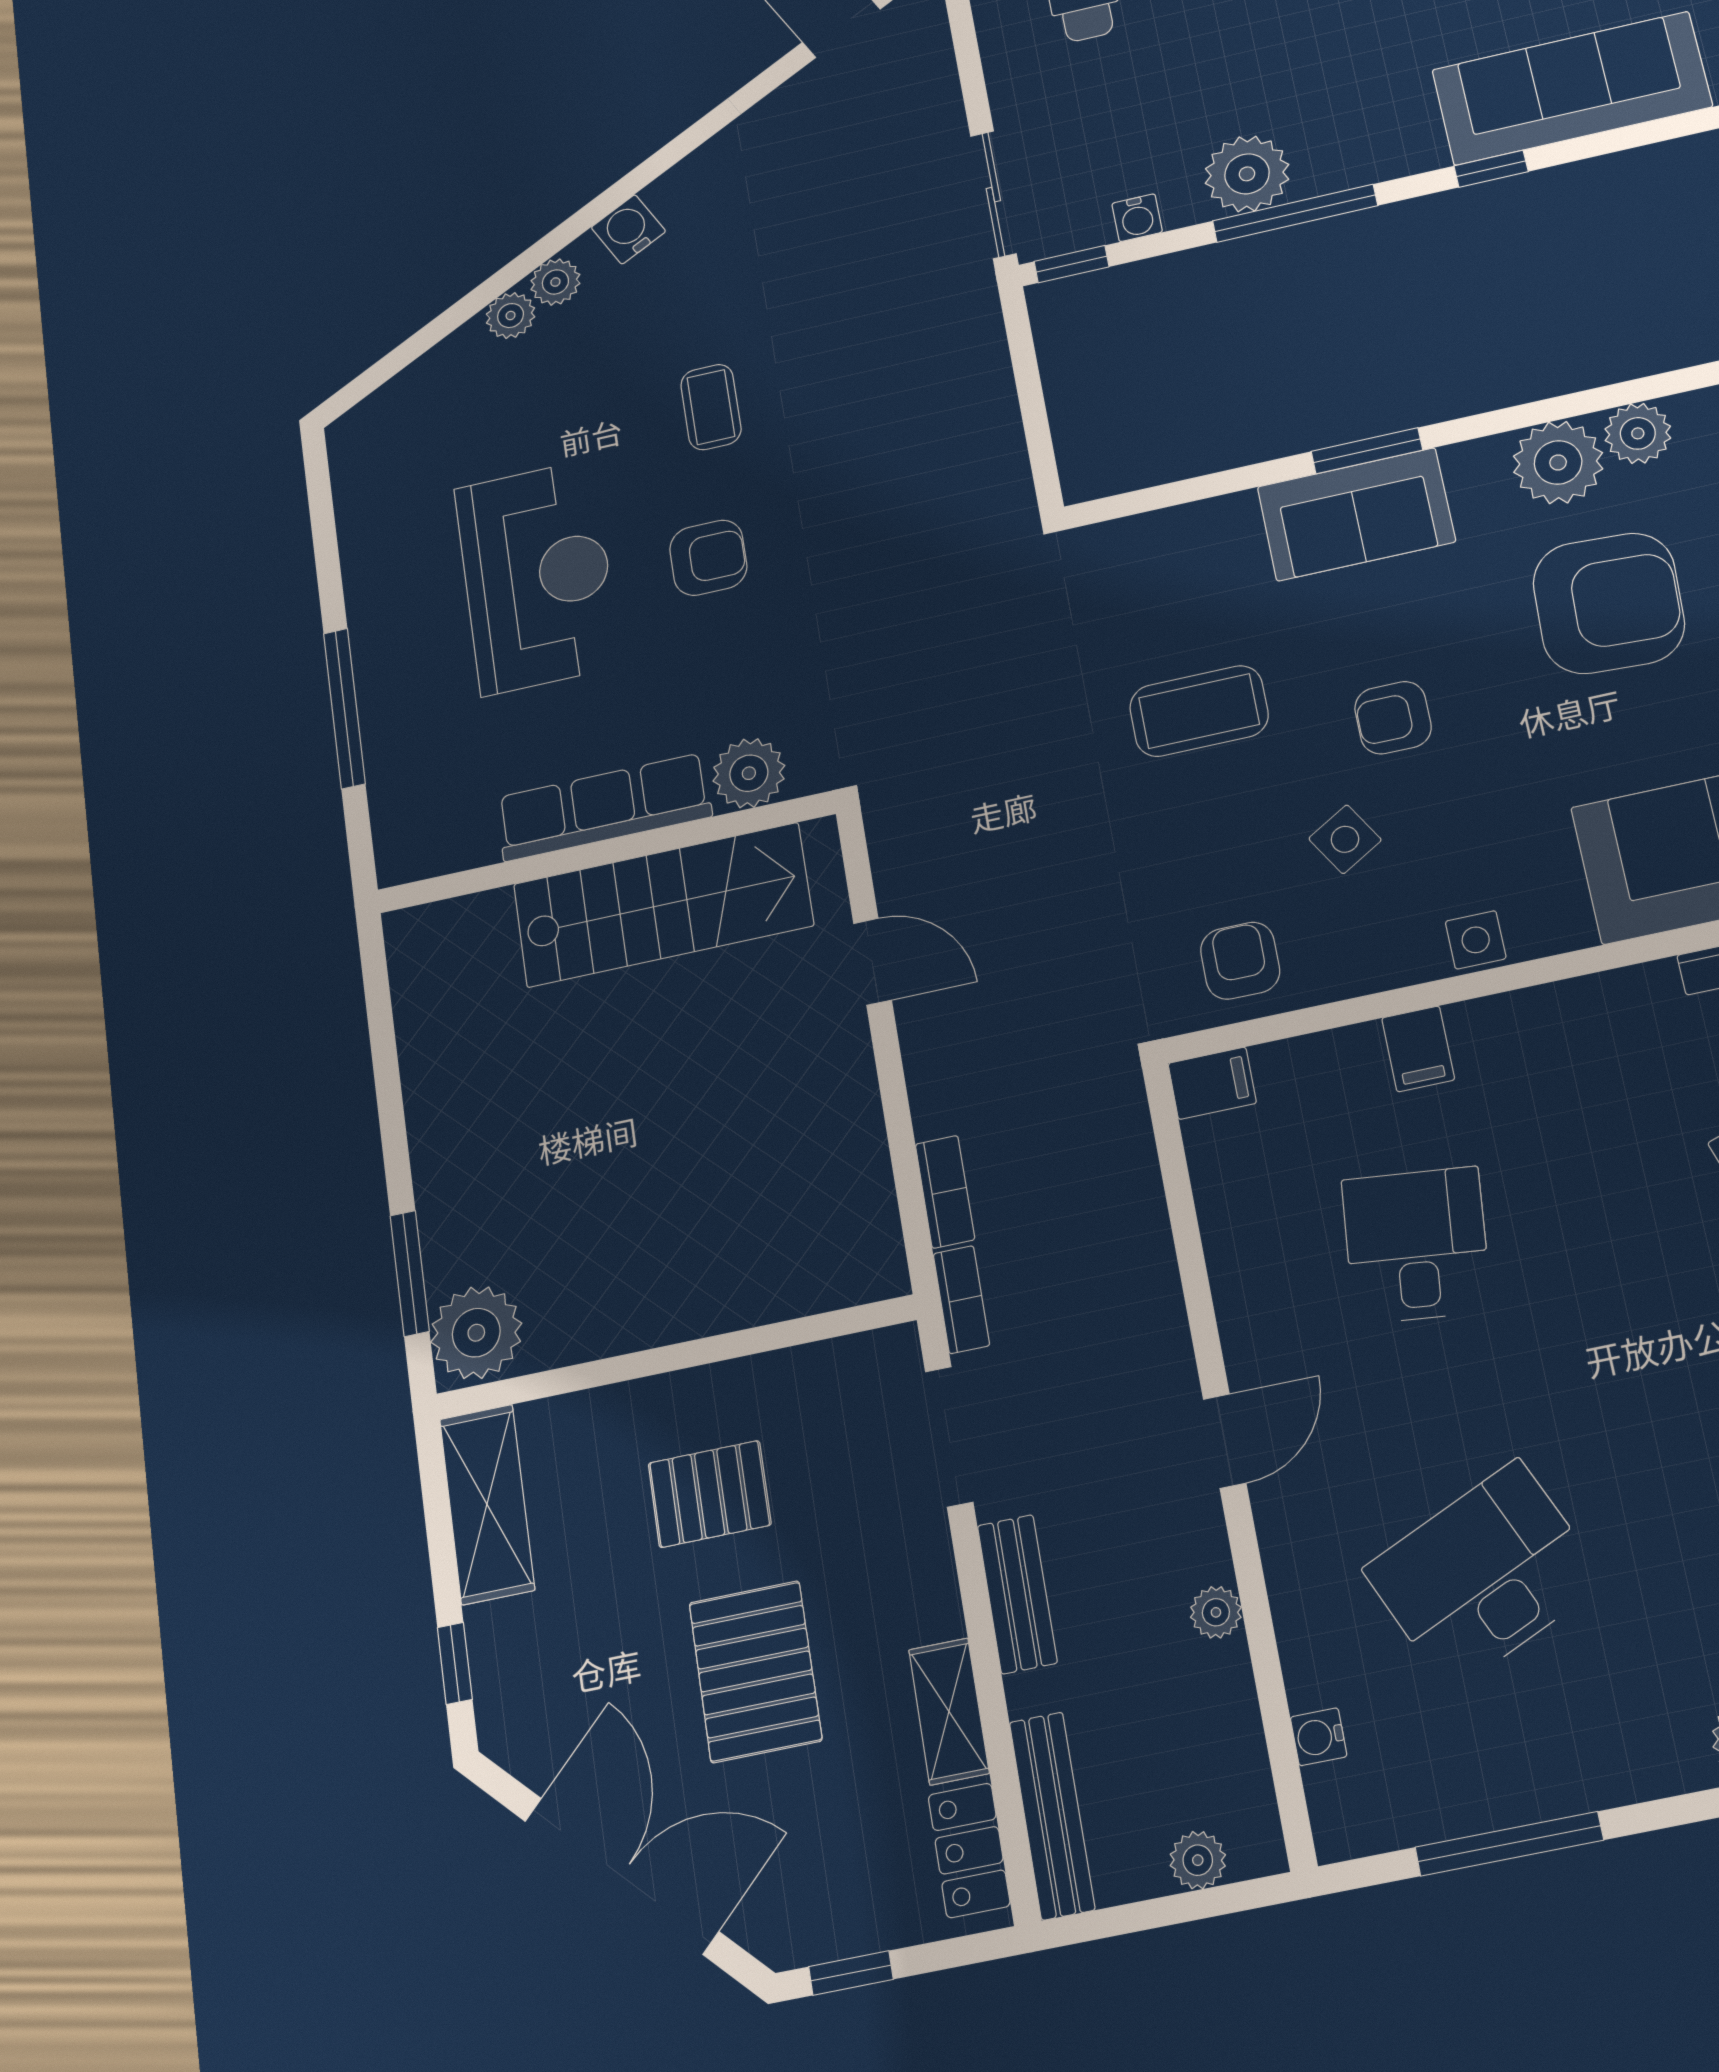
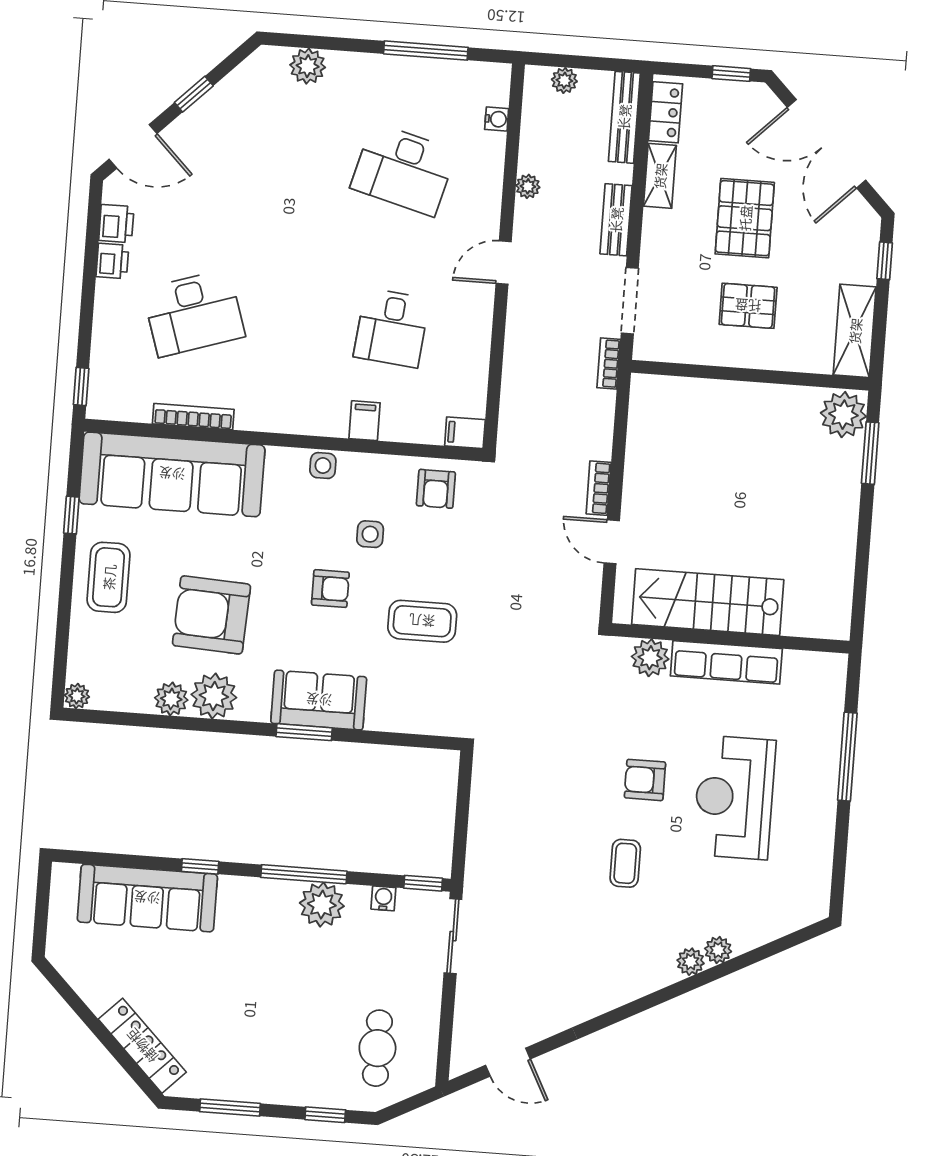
water cooler: (628, 229) -> (646, 980), removed
side table: (1345, 839) -> (370, 534), turned 31
bookcase: (945, 1192) -> (599, 488), moved
desk: (1484, 1575) -> (403, 169), turned 39

